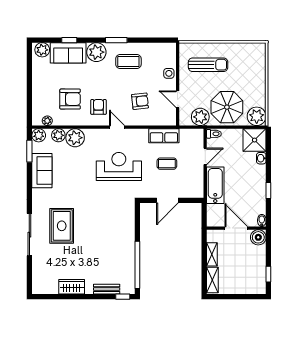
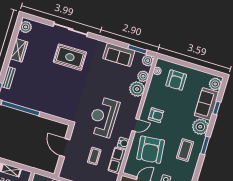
armchair: (70, 99) -> (176, 80), moved
armchair: (140, 101) -> (151, 150), width x1.88, depth x1.88
water cooler: (142, 135) -> (123, 143), added
reception desk: (119, 166) -> (104, 117), turned 180
plant: (42, 287) -> (26, 27), added

